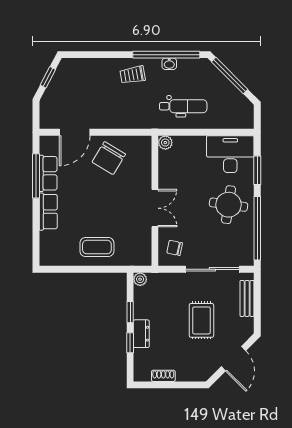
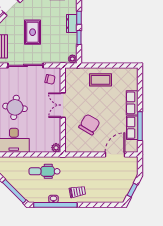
chair: (109, 158) -> (89, 125), moved

